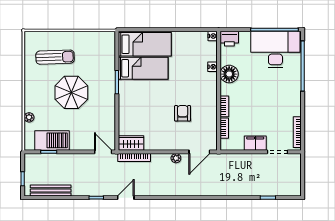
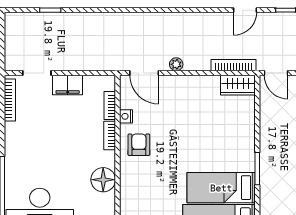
nightstand: (213, 67) -> (126, 116), moved
armchair: (183, 113) -> (139, 145), moved, turned 180
door: (199, 152) -> (144, 73), swing flipped

